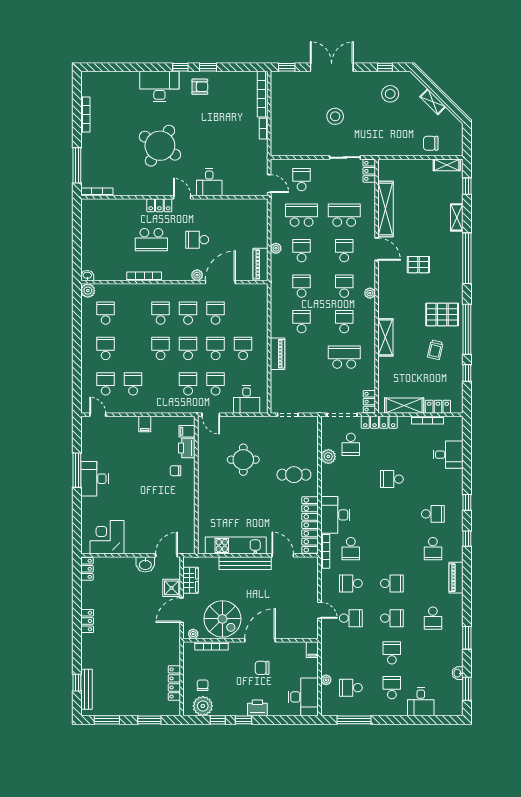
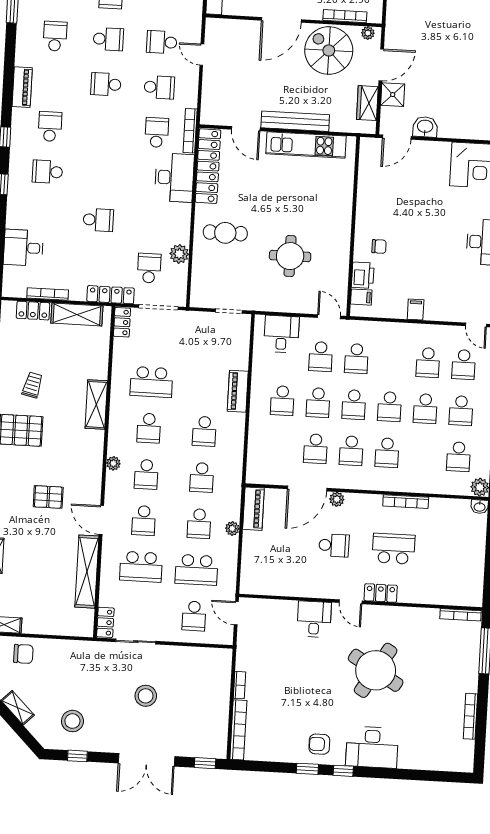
school desk: (133, 348) -> (425, 409), added
school desk: (392, 618) -> (108, 39), turned 180

